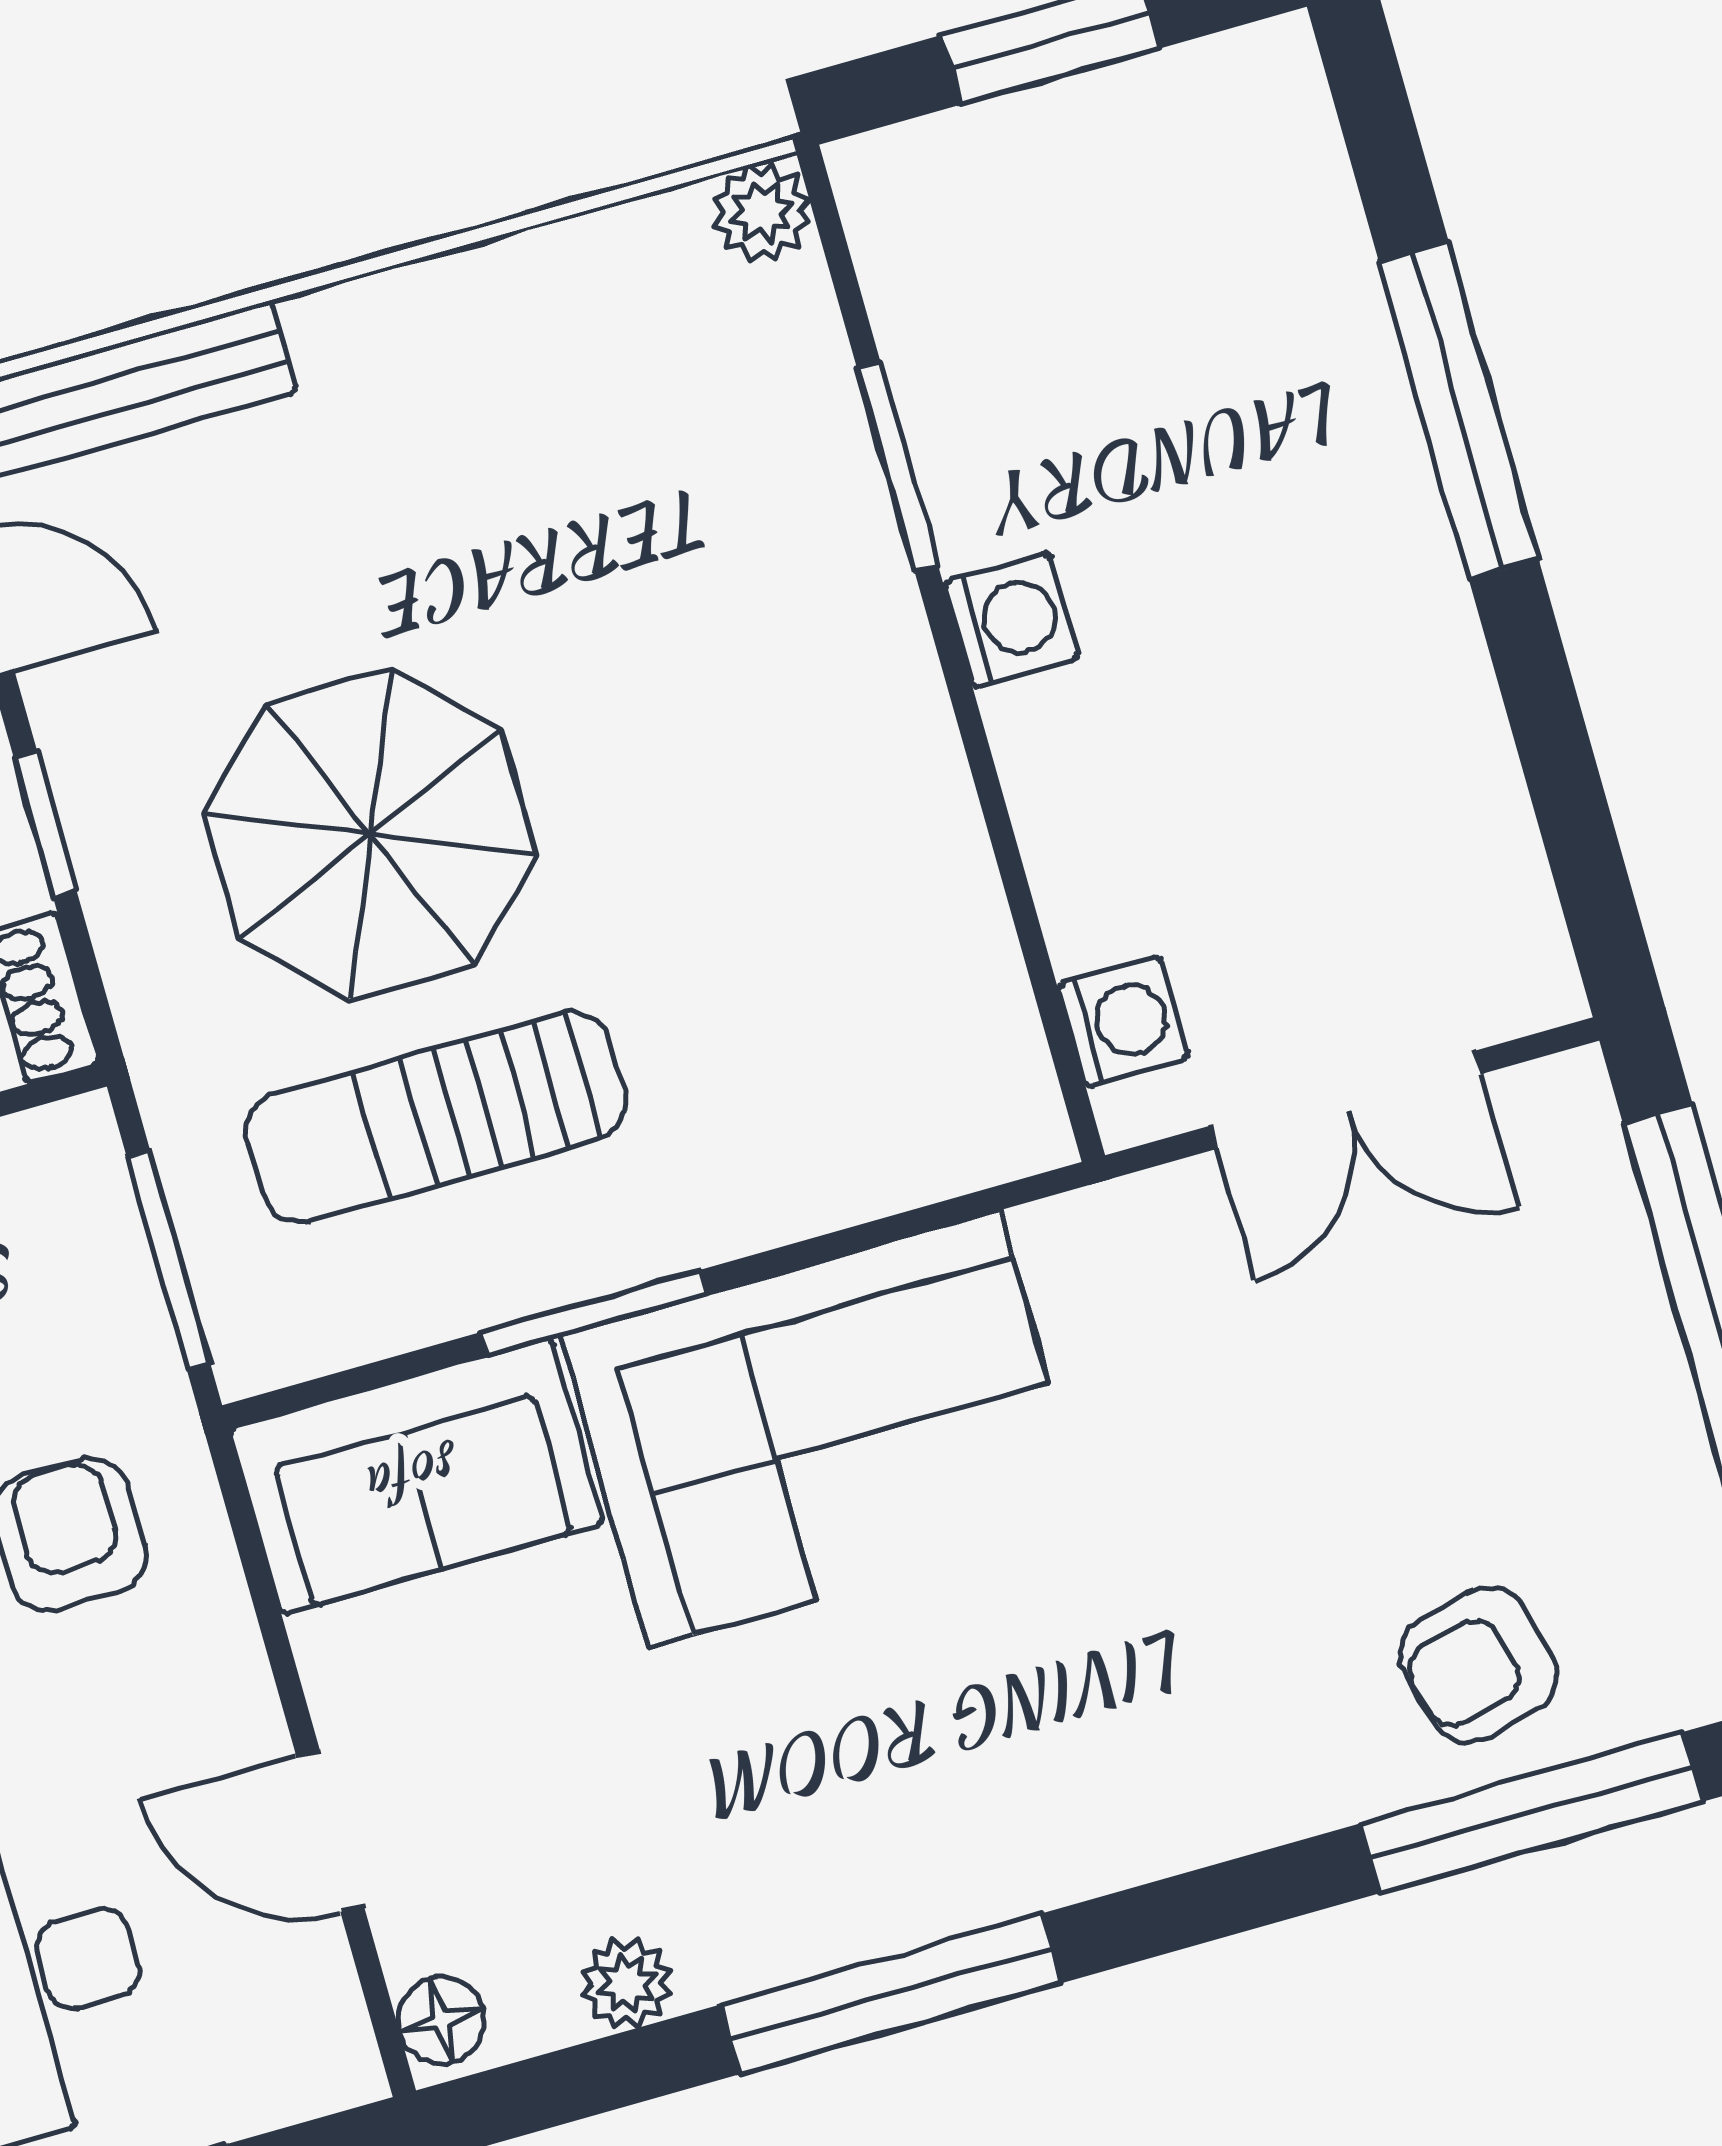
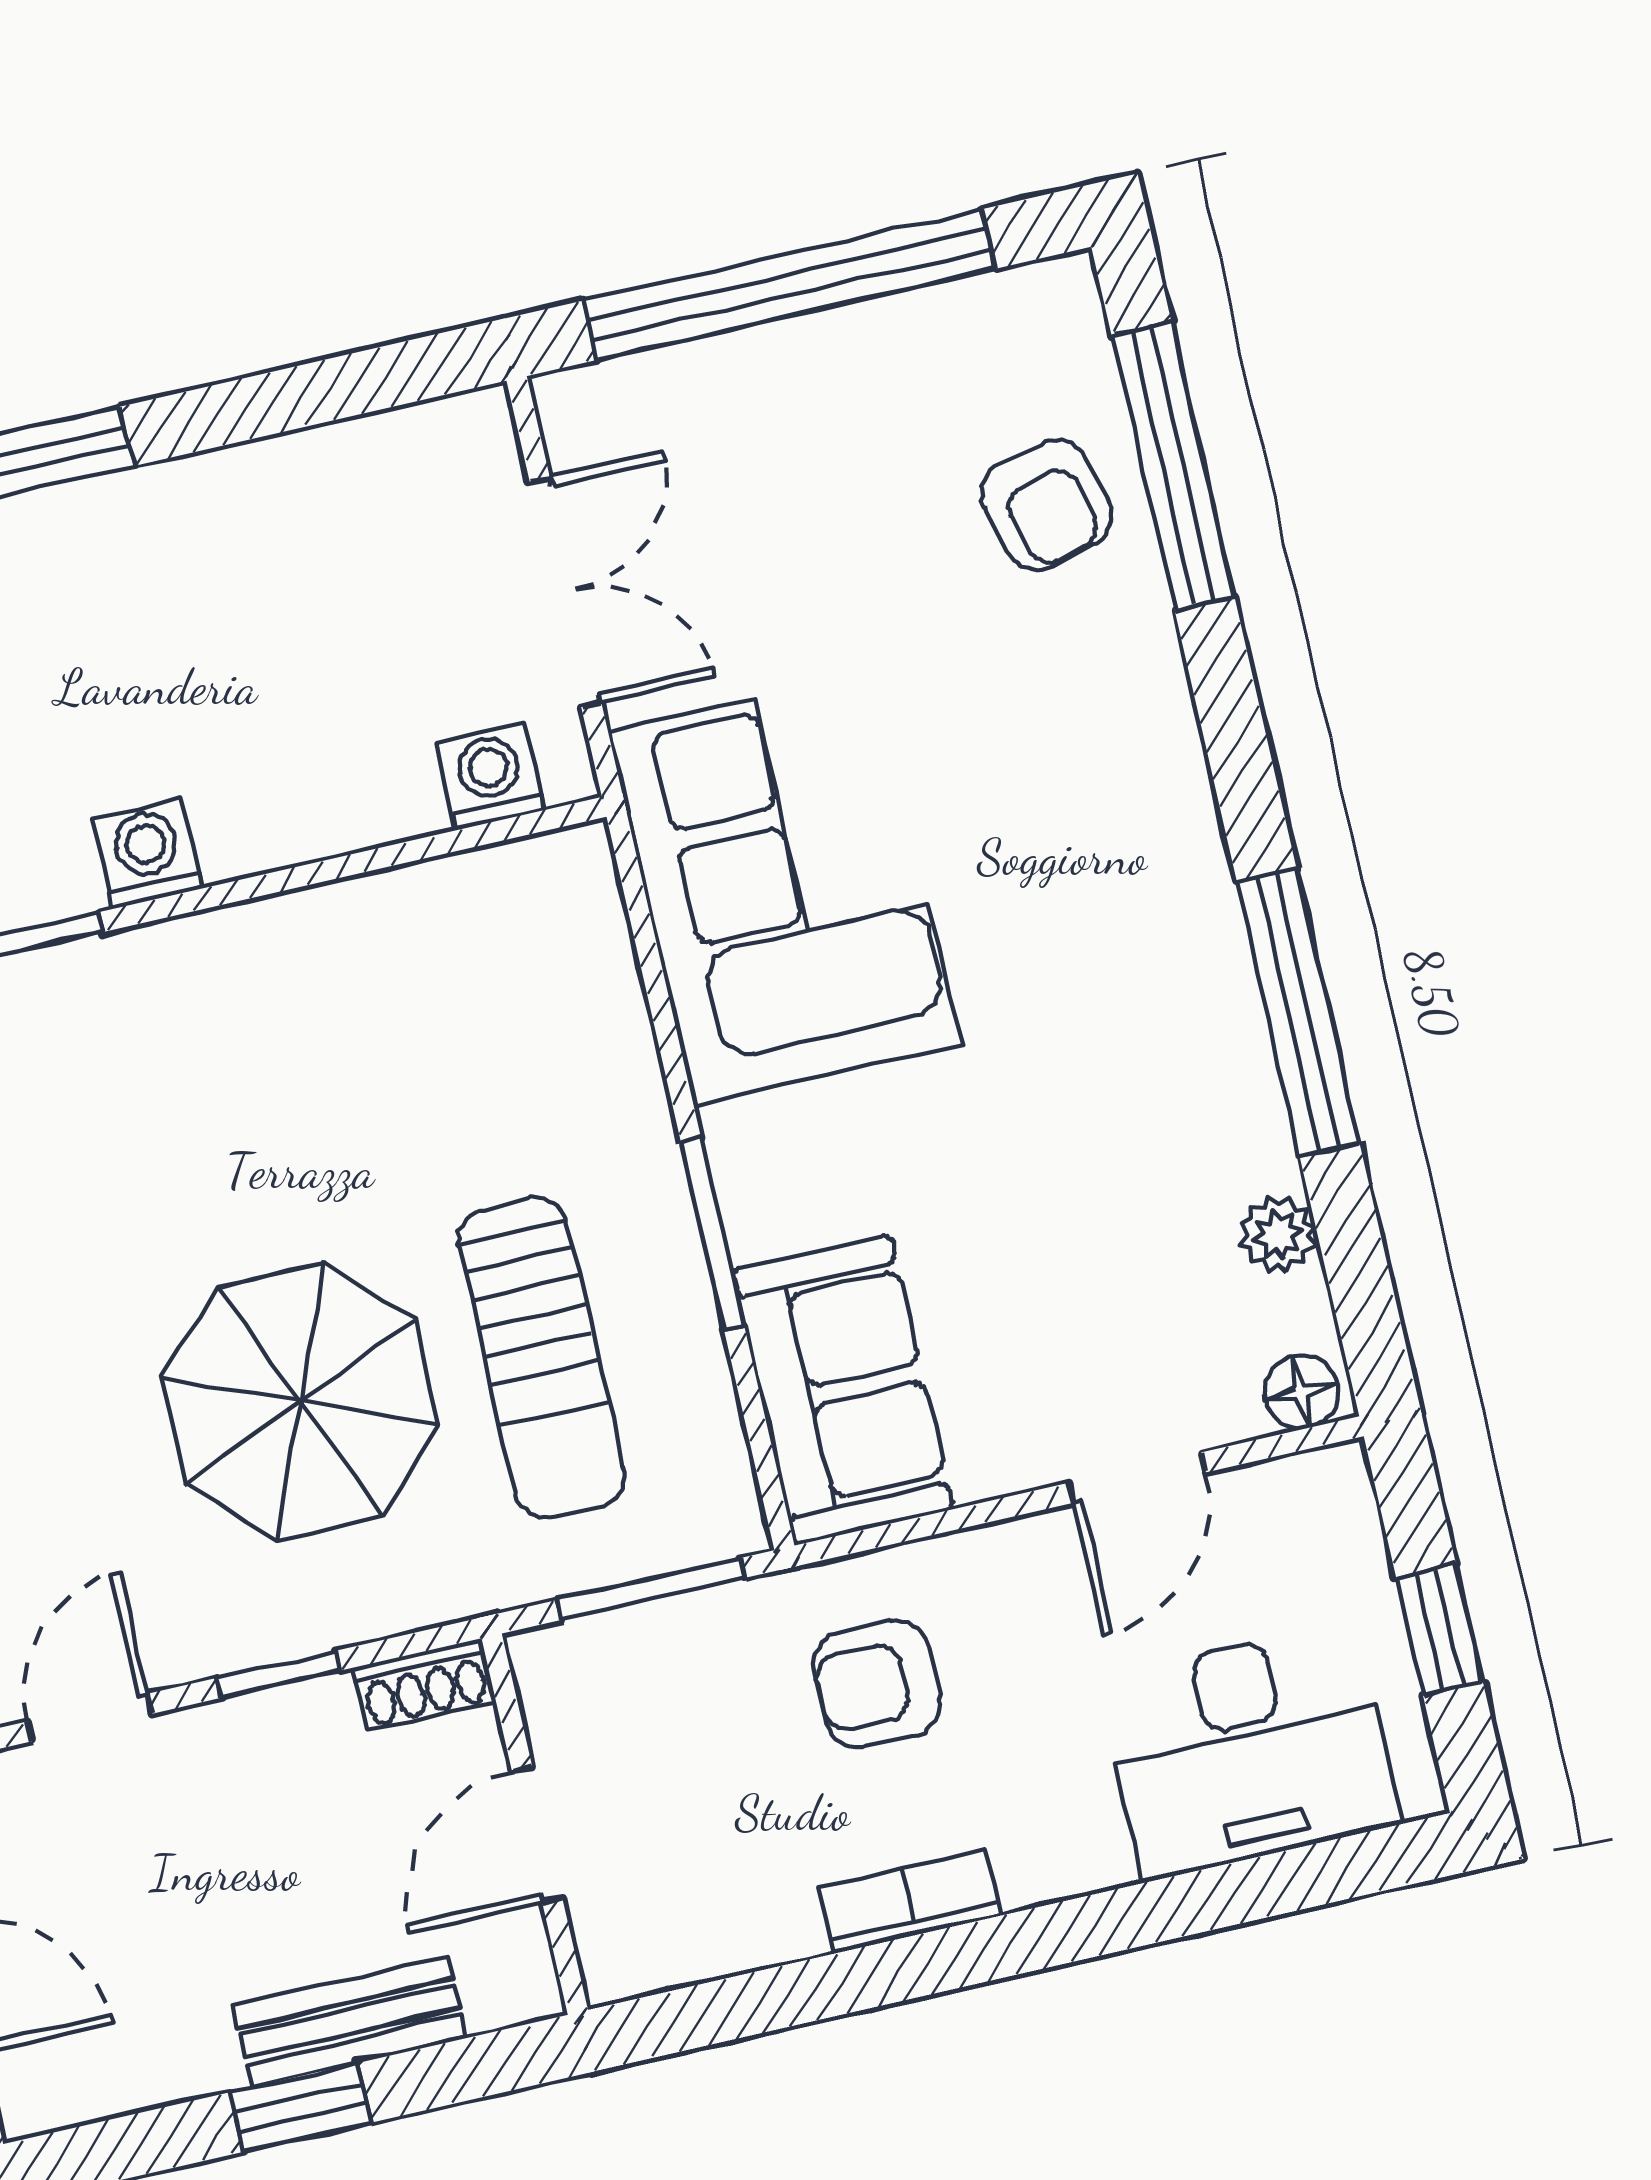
corner sofa: (824, 1429) -> (784, 888), moved

